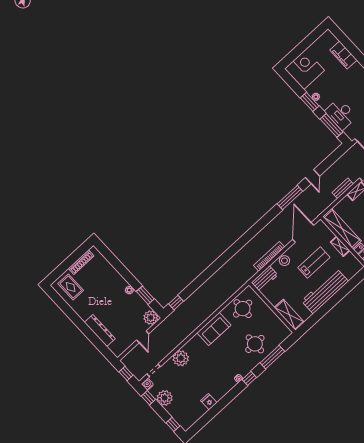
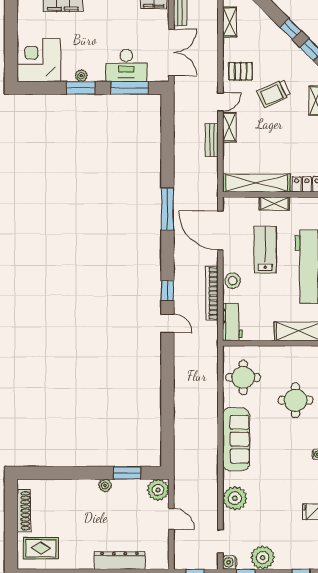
door: (313, 177) -> (167, 323), moved
window: (176, 303) -> (167, 290), moved
sofa: (214, 329) -> (236, 439), width x1.36

